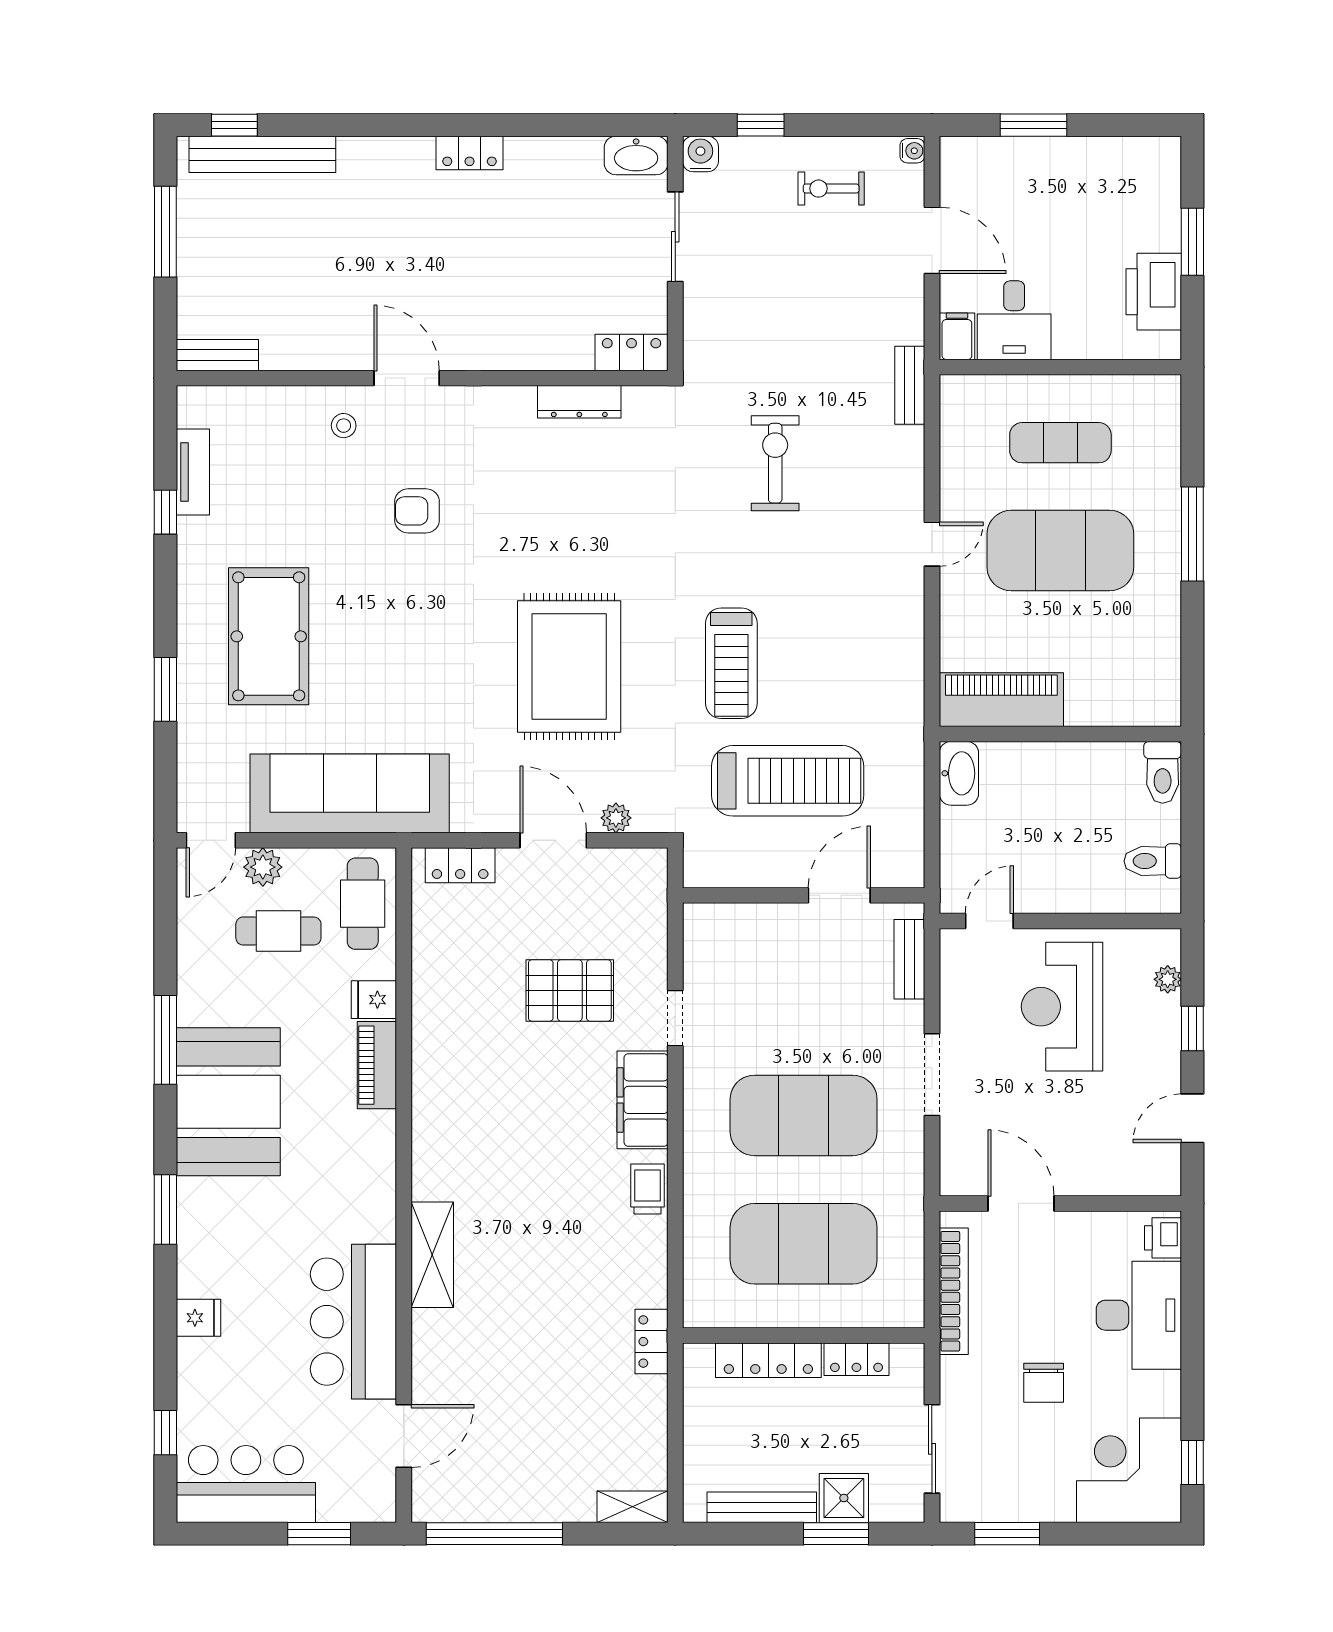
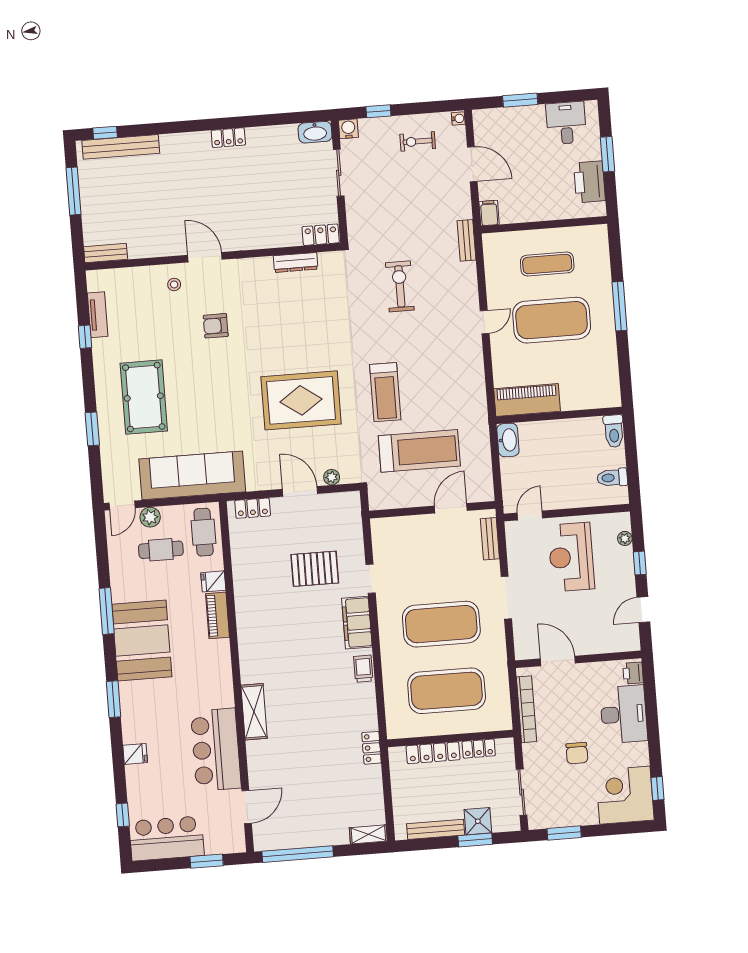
desk: (1014, 320) -> (566, 123), moved, turned 180
rug: (569, 667) -> (301, 400), turned 90

